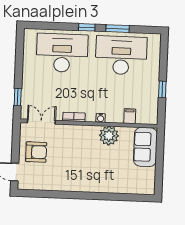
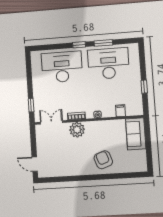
plant: (109, 136) -> (77, 130), moved
armchair: (36, 152) -> (103, 160), moved, turned -110

